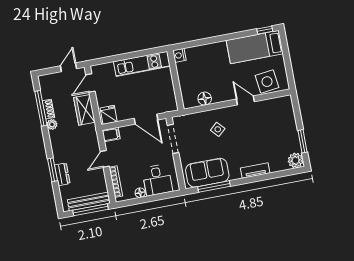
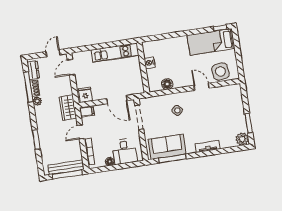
nightstand: (179, 55) -> (150, 63), moved
wardrobe: (84, 110) -> (68, 108), moved
dresser: (62, 174) -> (33, 70), moved

